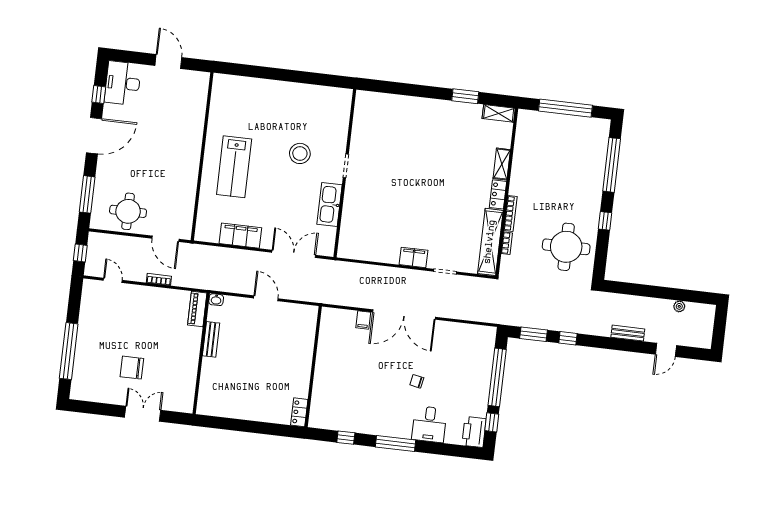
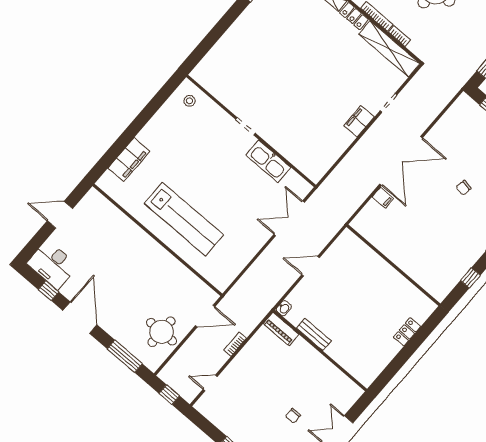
stool: (300, 153) -> (189, 101), moved, width x0.53, depth x0.53
lab bench: (234, 167) -> (184, 219), width x1.36
filing cabinet: (240, 236) -> (129, 160), moved, turned 180
chair: (132, 368) -> (293, 416), width x0.54, depth x0.54
locker: (299, 412) -> (407, 332), moved, turned 90

